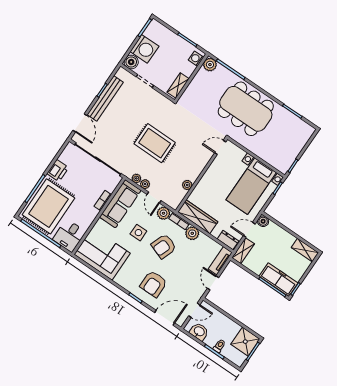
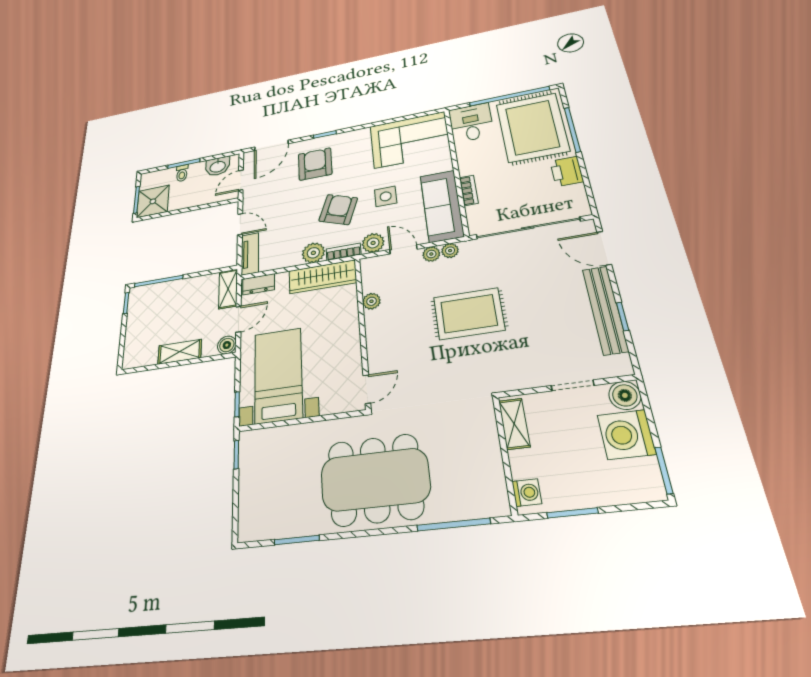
plant: (210, 65) -> (495, 502), removed
shelving: (305, 250) -> (180, 352), moved
freezer: (279, 280) -> (156, 295), removed

